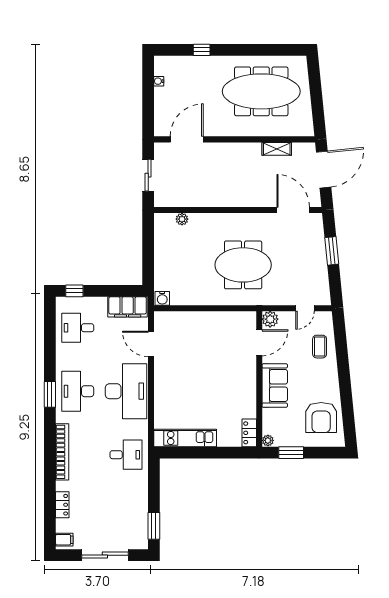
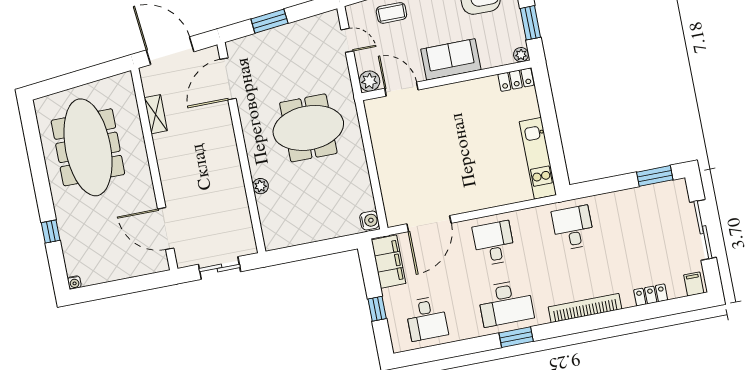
water cooler: (159, 81) -> (74, 282), moved
plant: (182, 219) -> (260, 186), moved
meeting table: (243, 265) -> (308, 128), turned 90
window: (74, 291) -> (377, 309), moved
door: (151, 344) -> (429, 224), width x1.36
desk: (126, 391) -> (494, 243), width x0.53, depth x0.77

